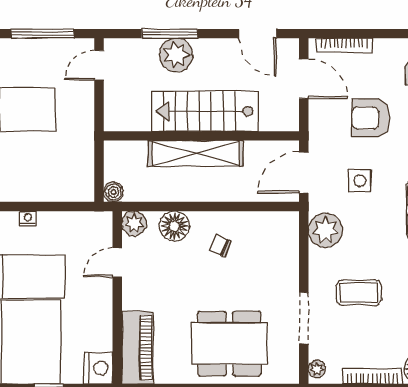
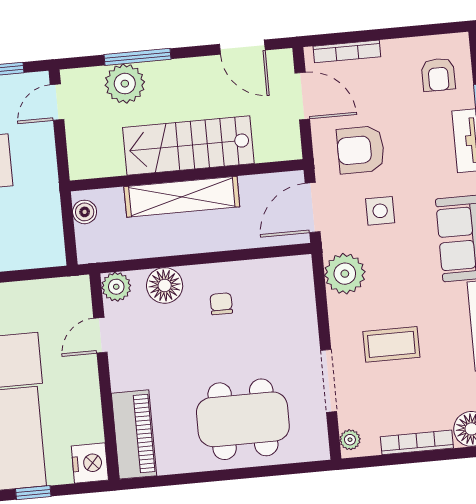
plant: (176, 55) -> (125, 84), moved
armchair: (371, 118) -> (361, 150), moved
boiler: (114, 192) -> (85, 212), moved
chair: (220, 246) -> (221, 304), turned 66

